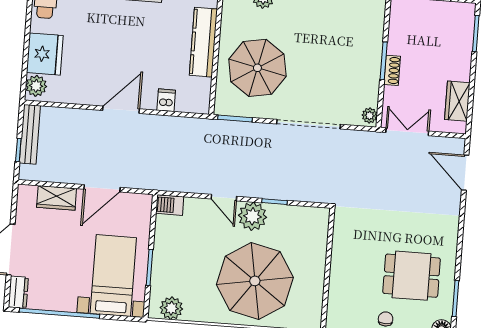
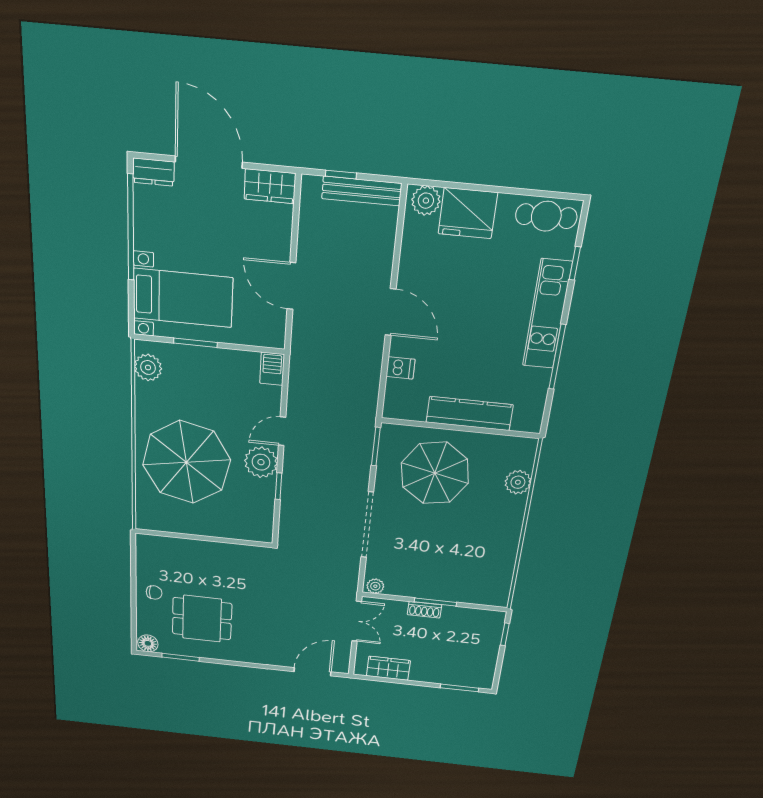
wardrobe: (57, 198) -> (270, 186), moved, turned -90
dining table: (412, 276) -> (202, 619), turned 90

